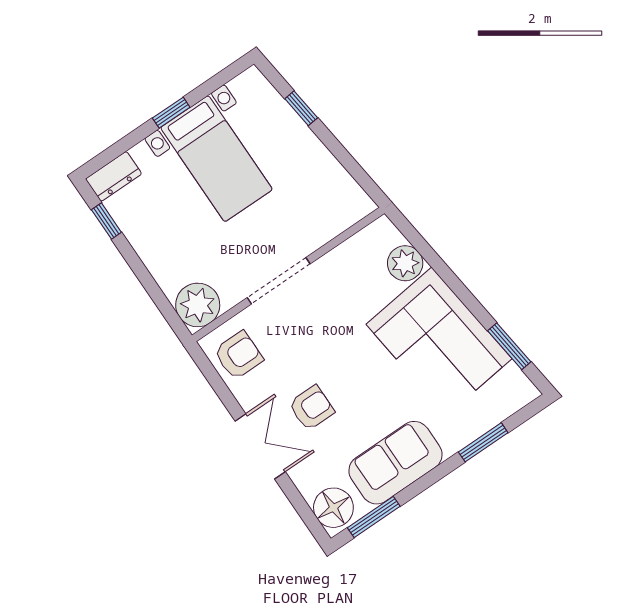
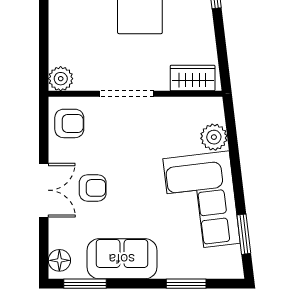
wardrobe: (338, 215) -> (193, 78), added
plant: (198, 305) -> (61, 79), width x0.73, depth x0.73
floor lamp: (333, 508) -> (59, 260), width x0.73, depth x0.73

